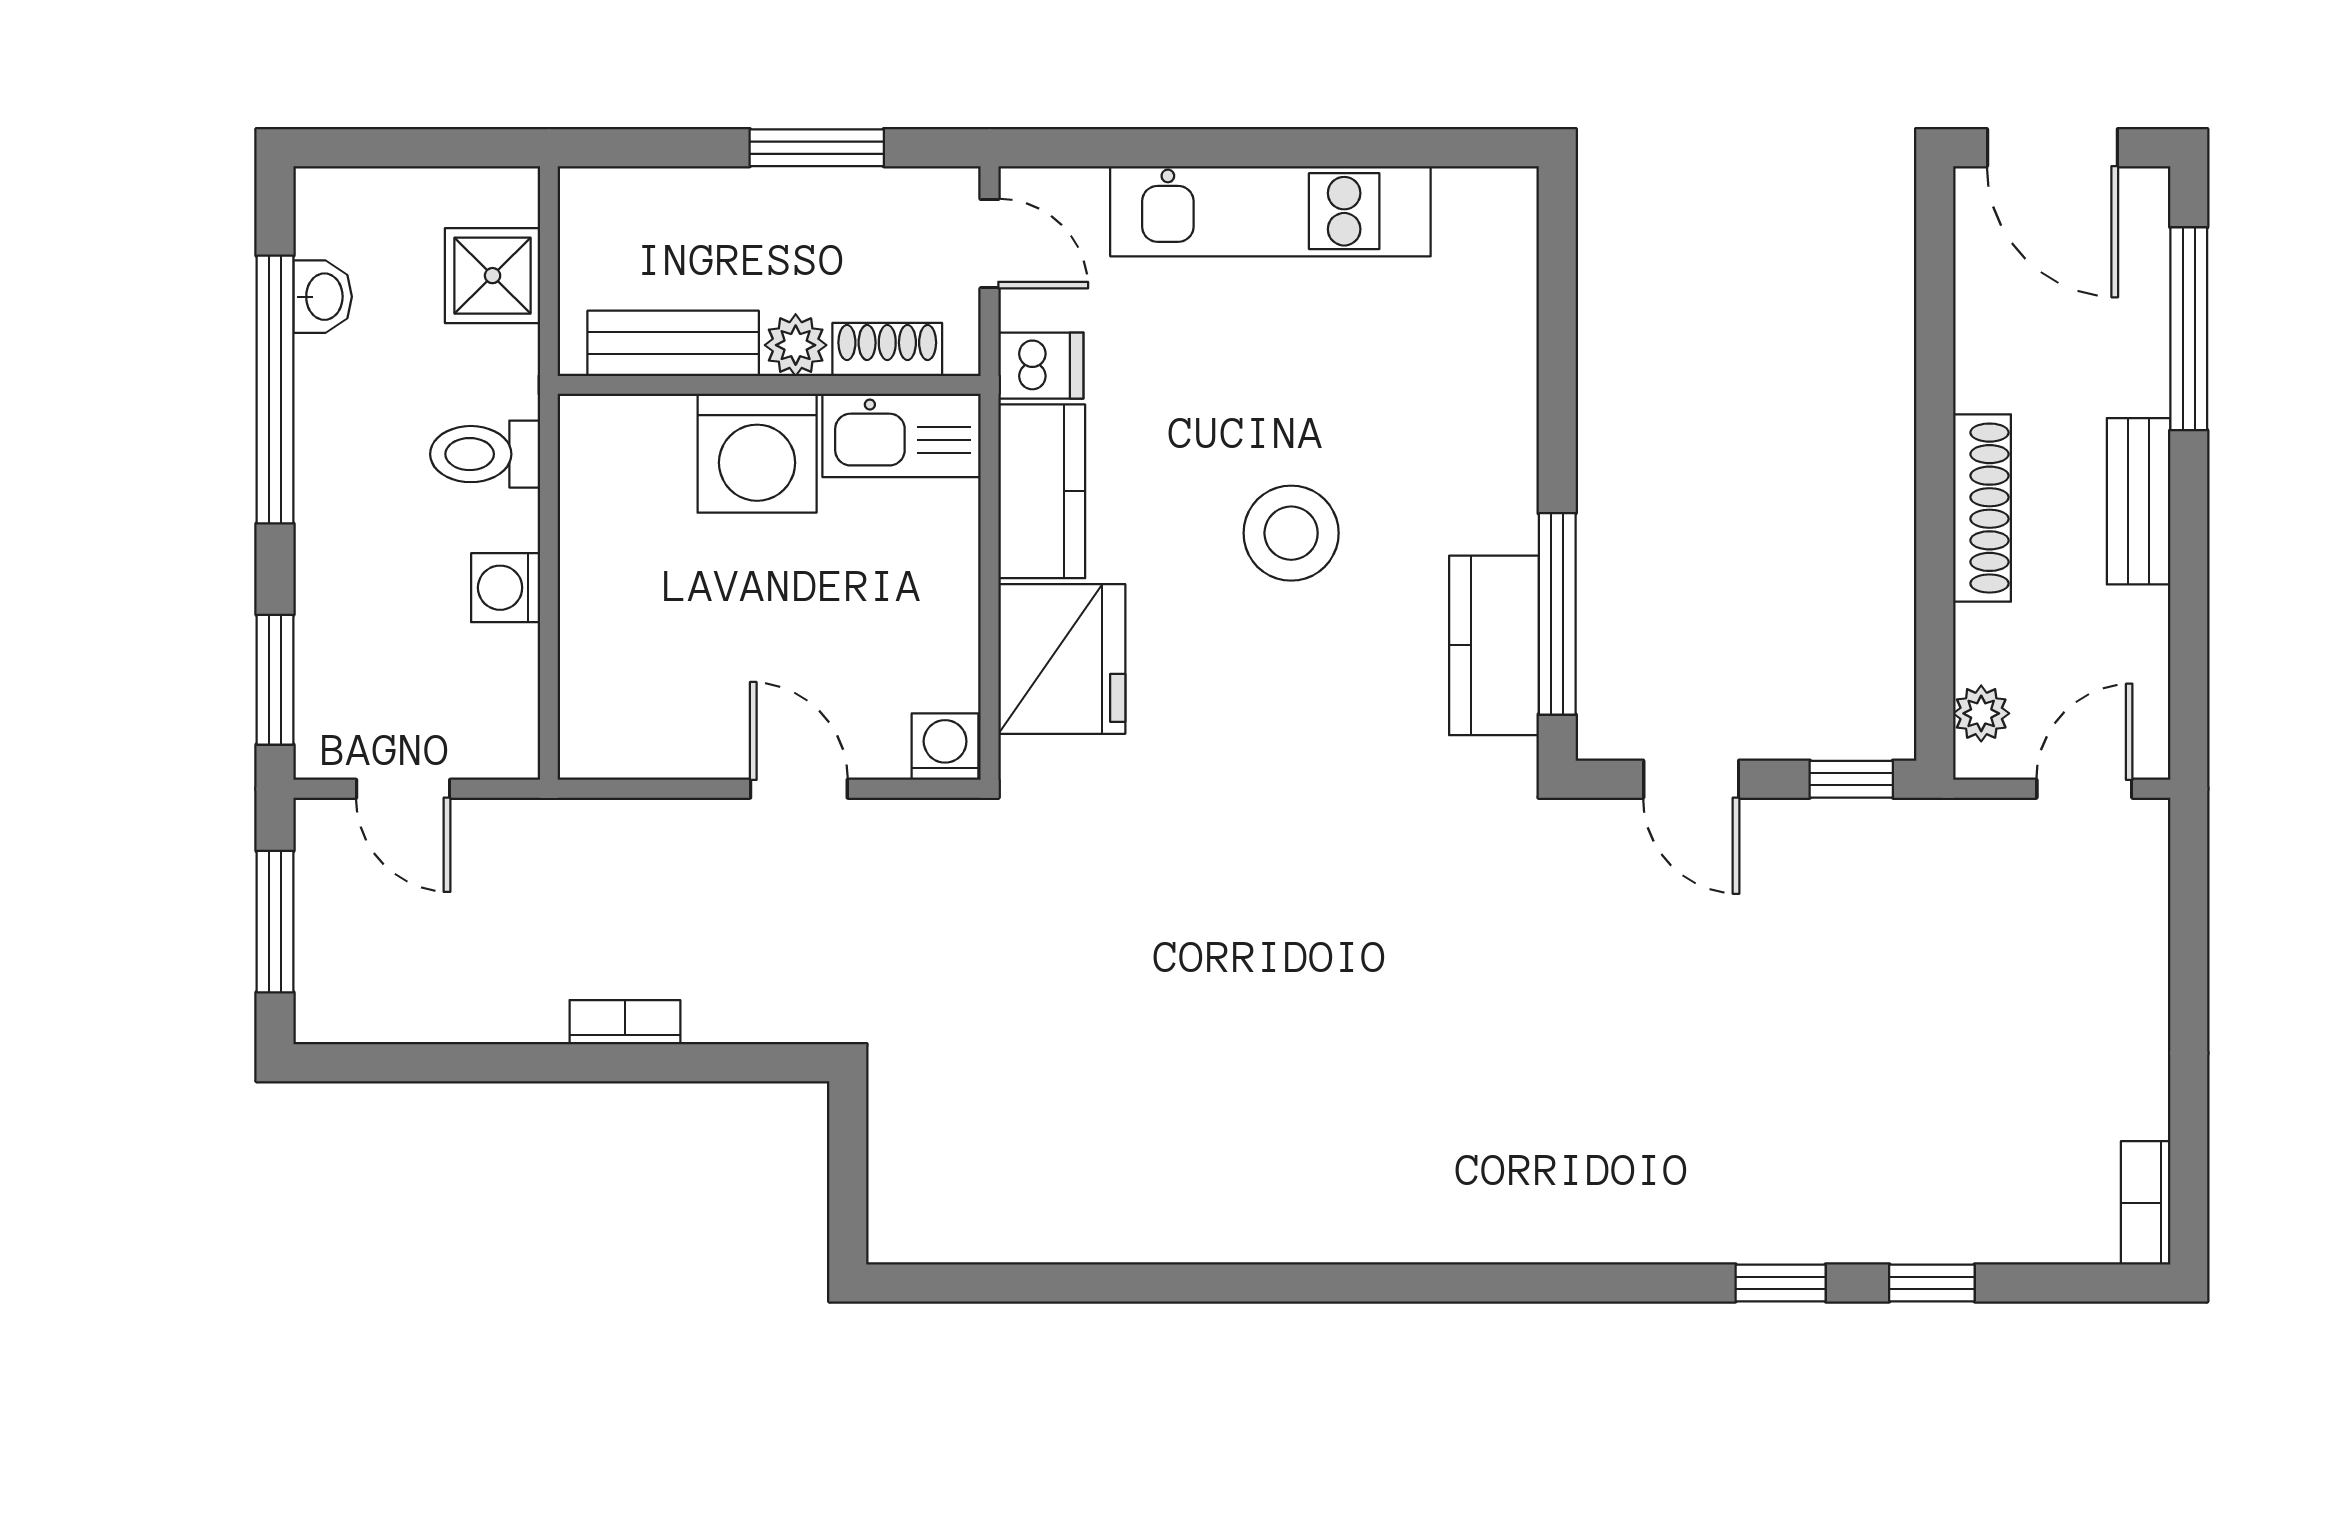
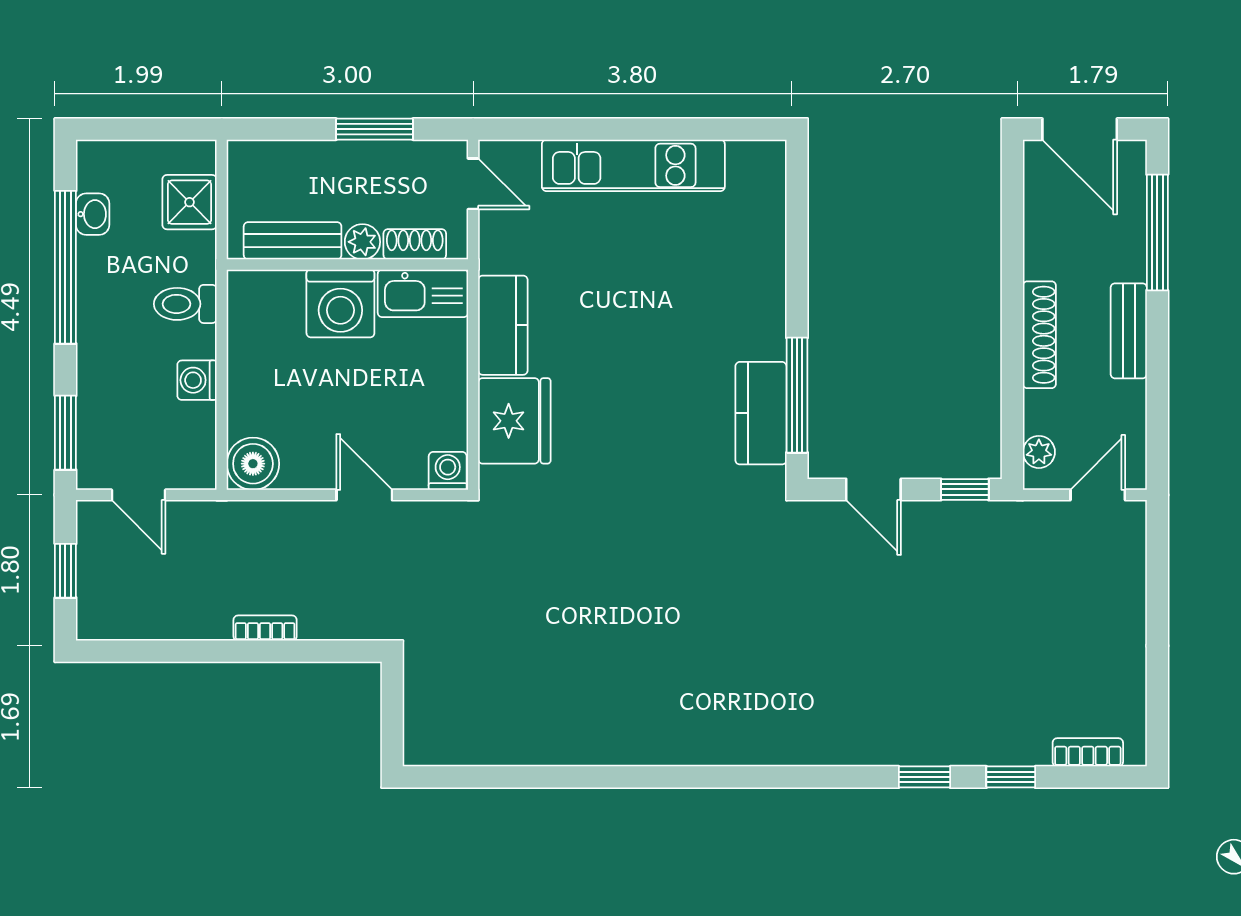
dishwasher: (1041, 366) -> (502, 253), removed
stool: (1291, 533) -> (645, 349), removed
boiler: (604, 734) -> (253, 464), added
window: (275, 922) -> (65, 571), width x0.67
bookcase: (2146, 1203) -> (1088, 752), moved, turned 90

